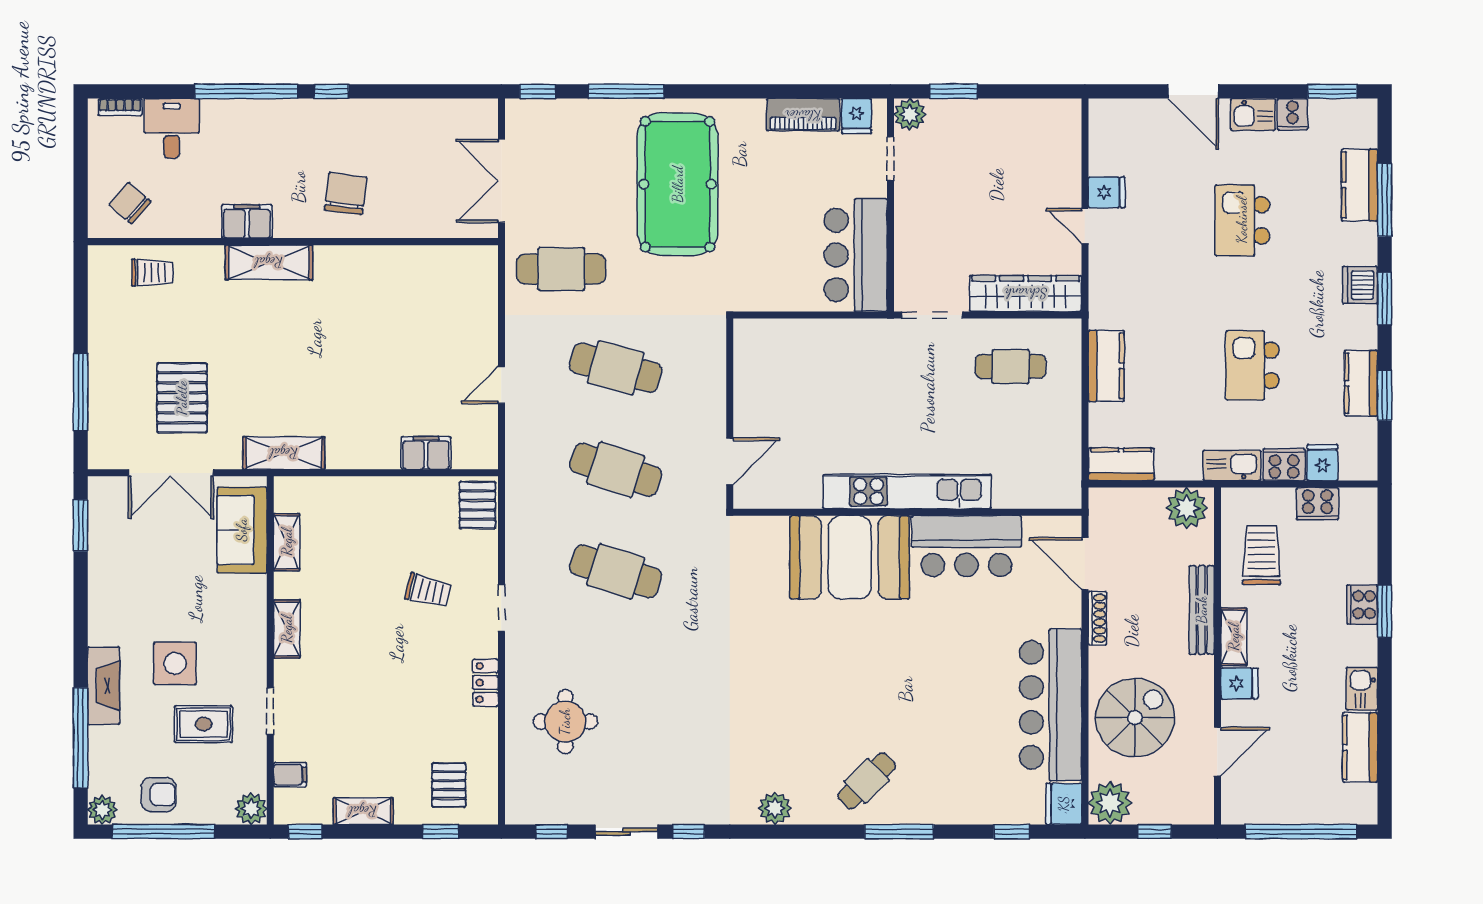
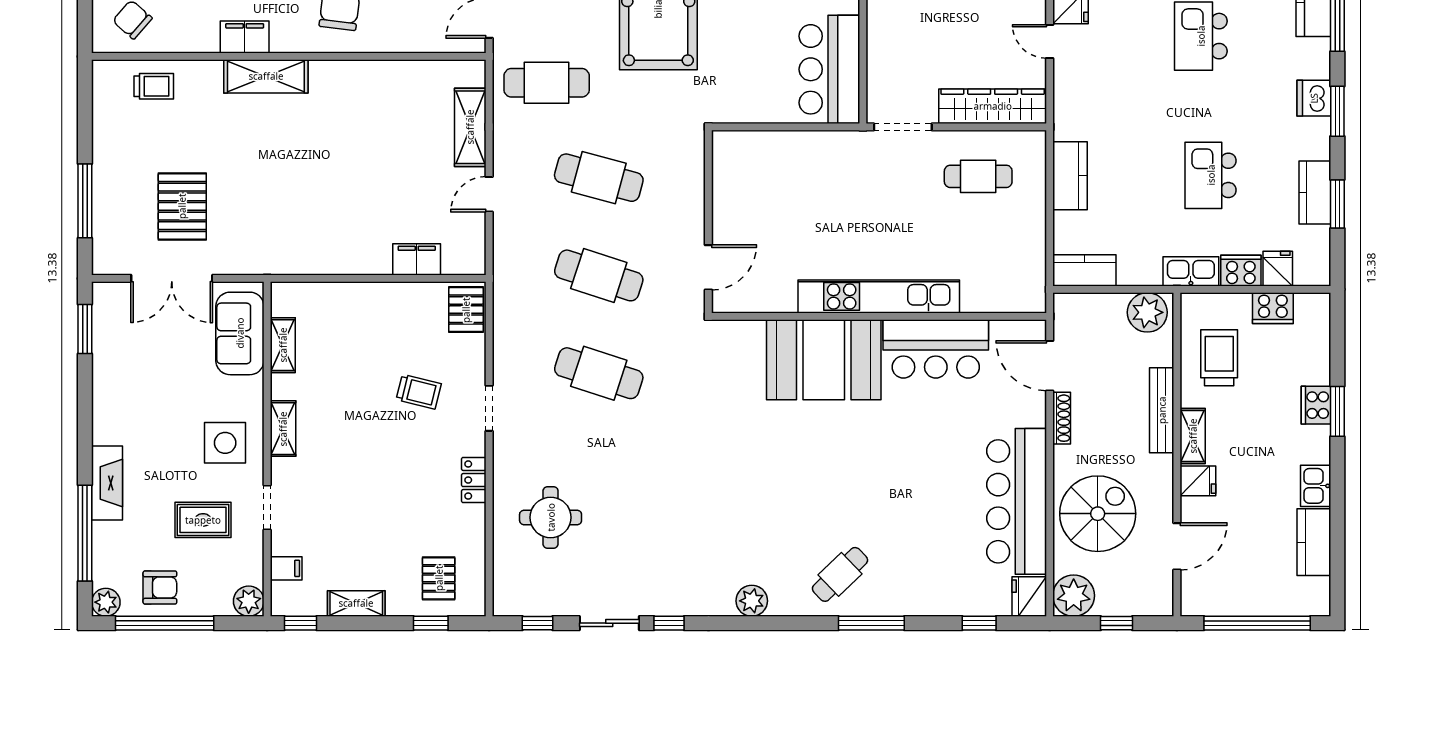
shelving: (284, 453) -> (470, 127), moved, turned 90
side table: (175, 663) -> (225, 443), moved

